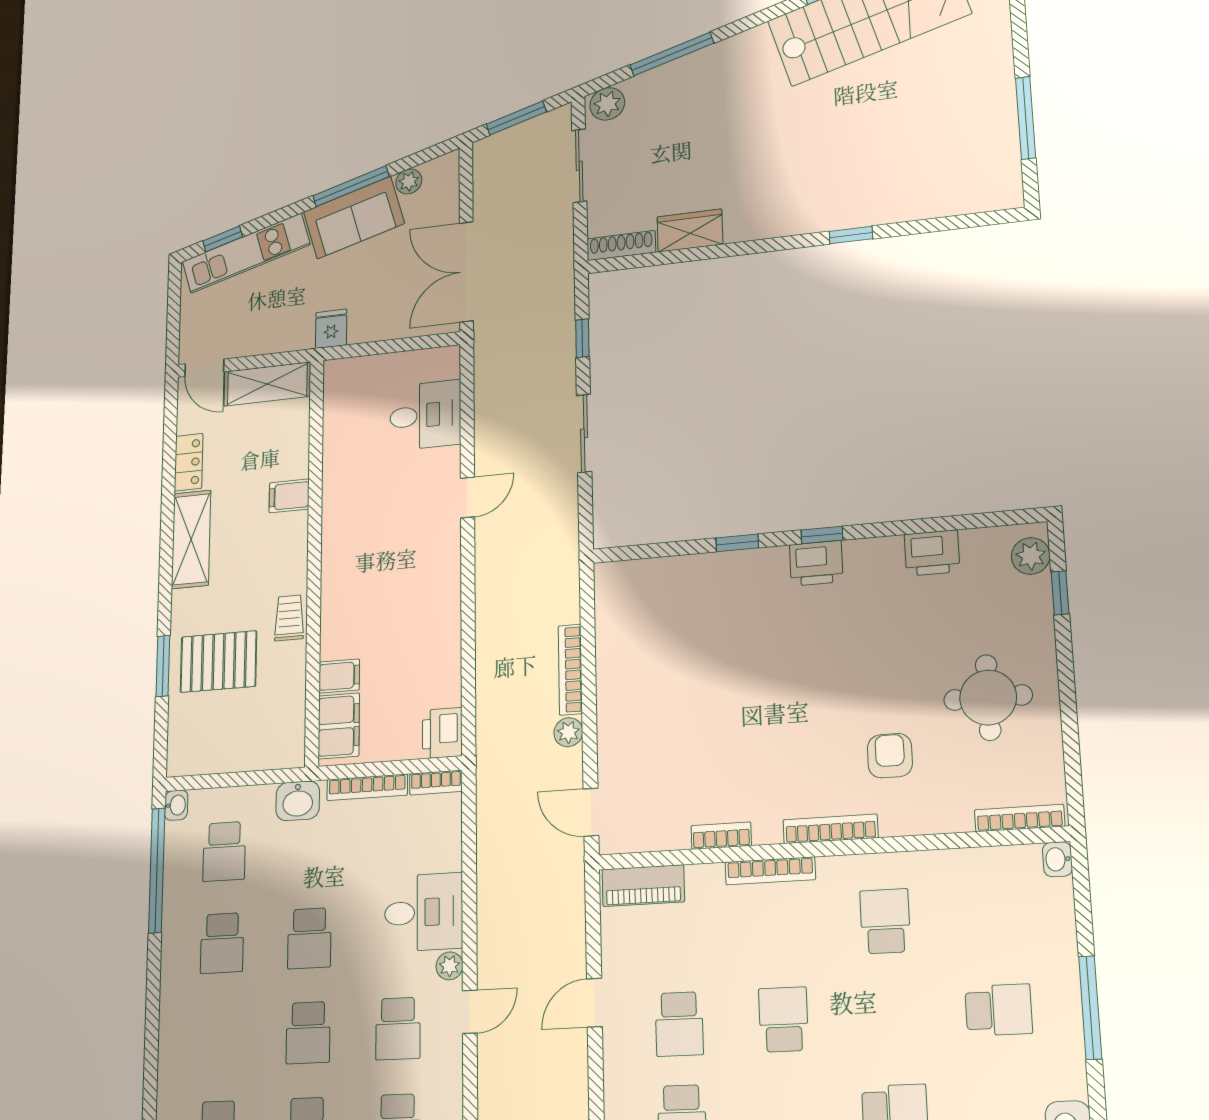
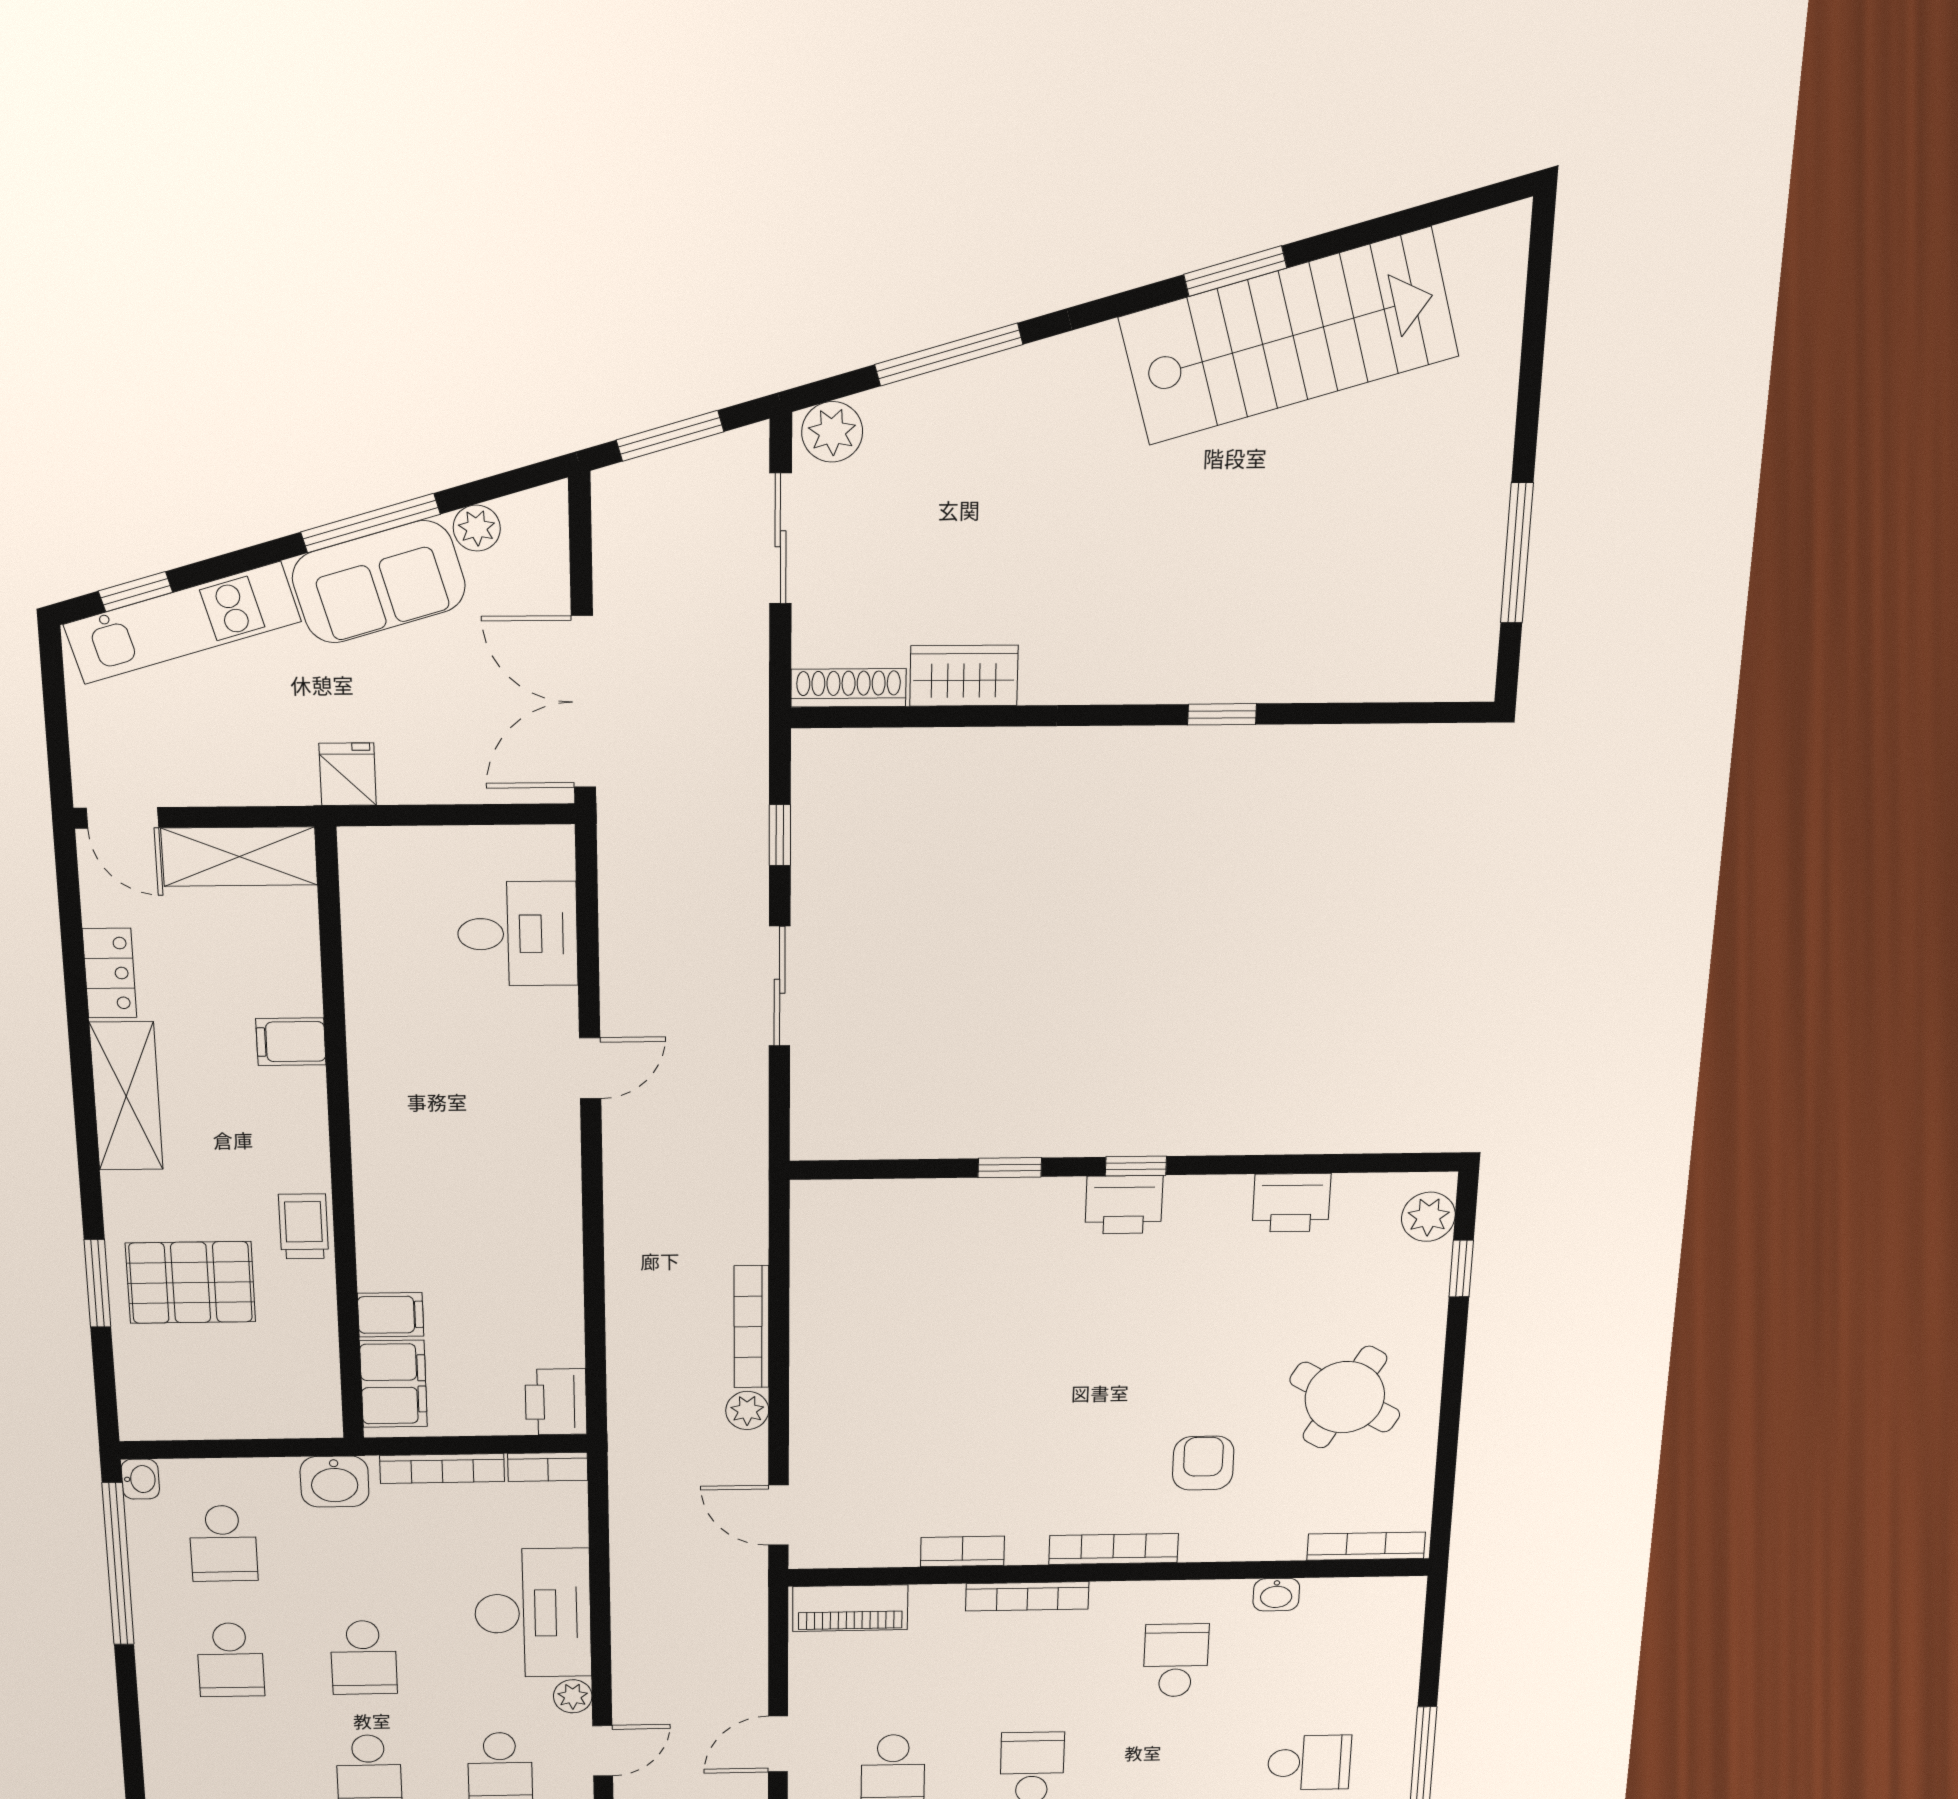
round table: (988, 697) -> (1345, 1397), turned 30
washbasin: (1057, 859) -> (1276, 1595), moved, turned -90
desk: (424, 912) -> (533, 1613), width x1.37

